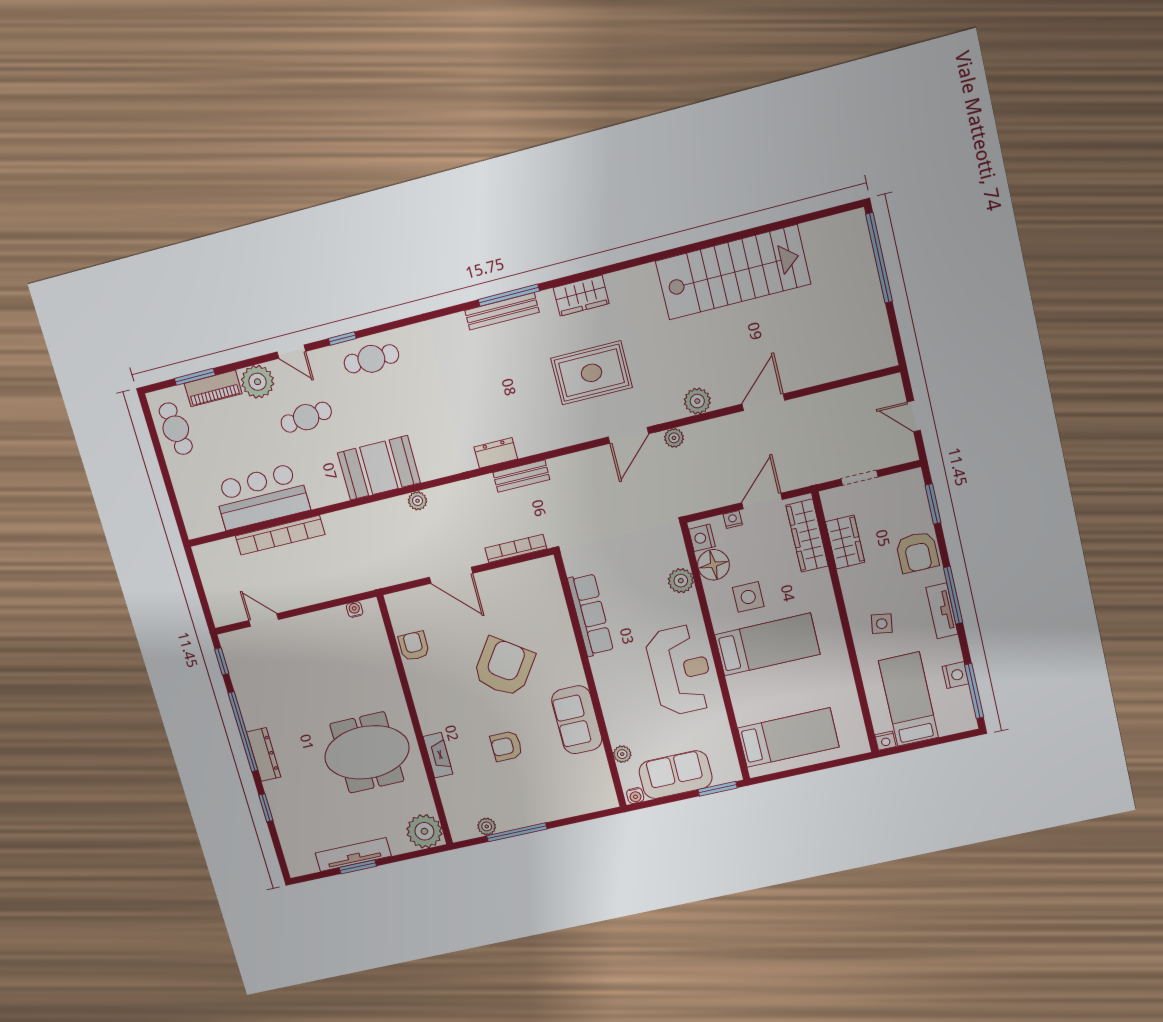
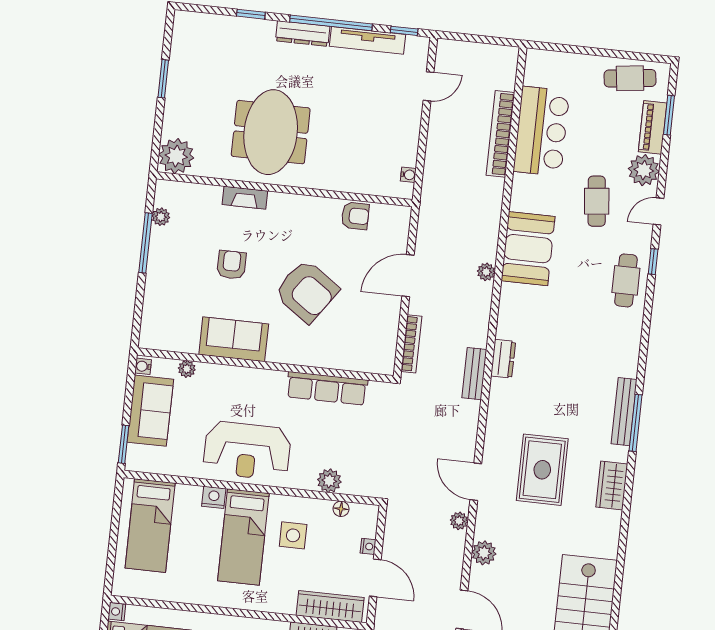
nightstand: (702, 538) -> (214, 497), moved
floor lamp: (714, 565) -> (341, 509), width x0.53, depth x0.53
tv unit: (353, 855) -> (367, 40), moved, turned 90

